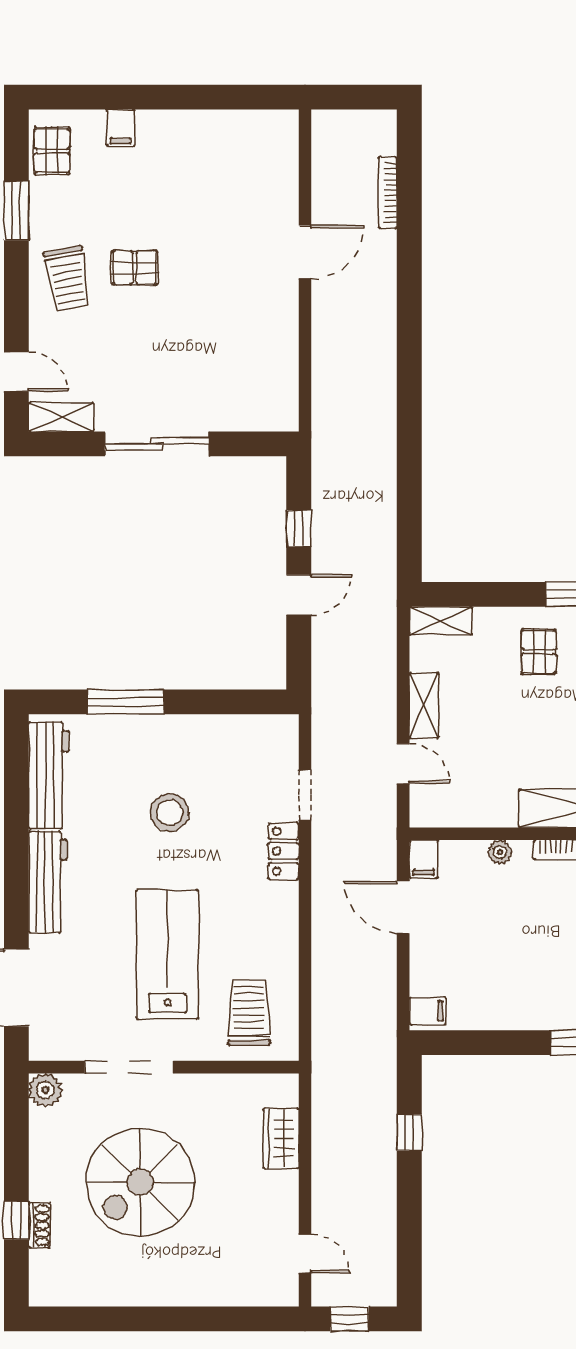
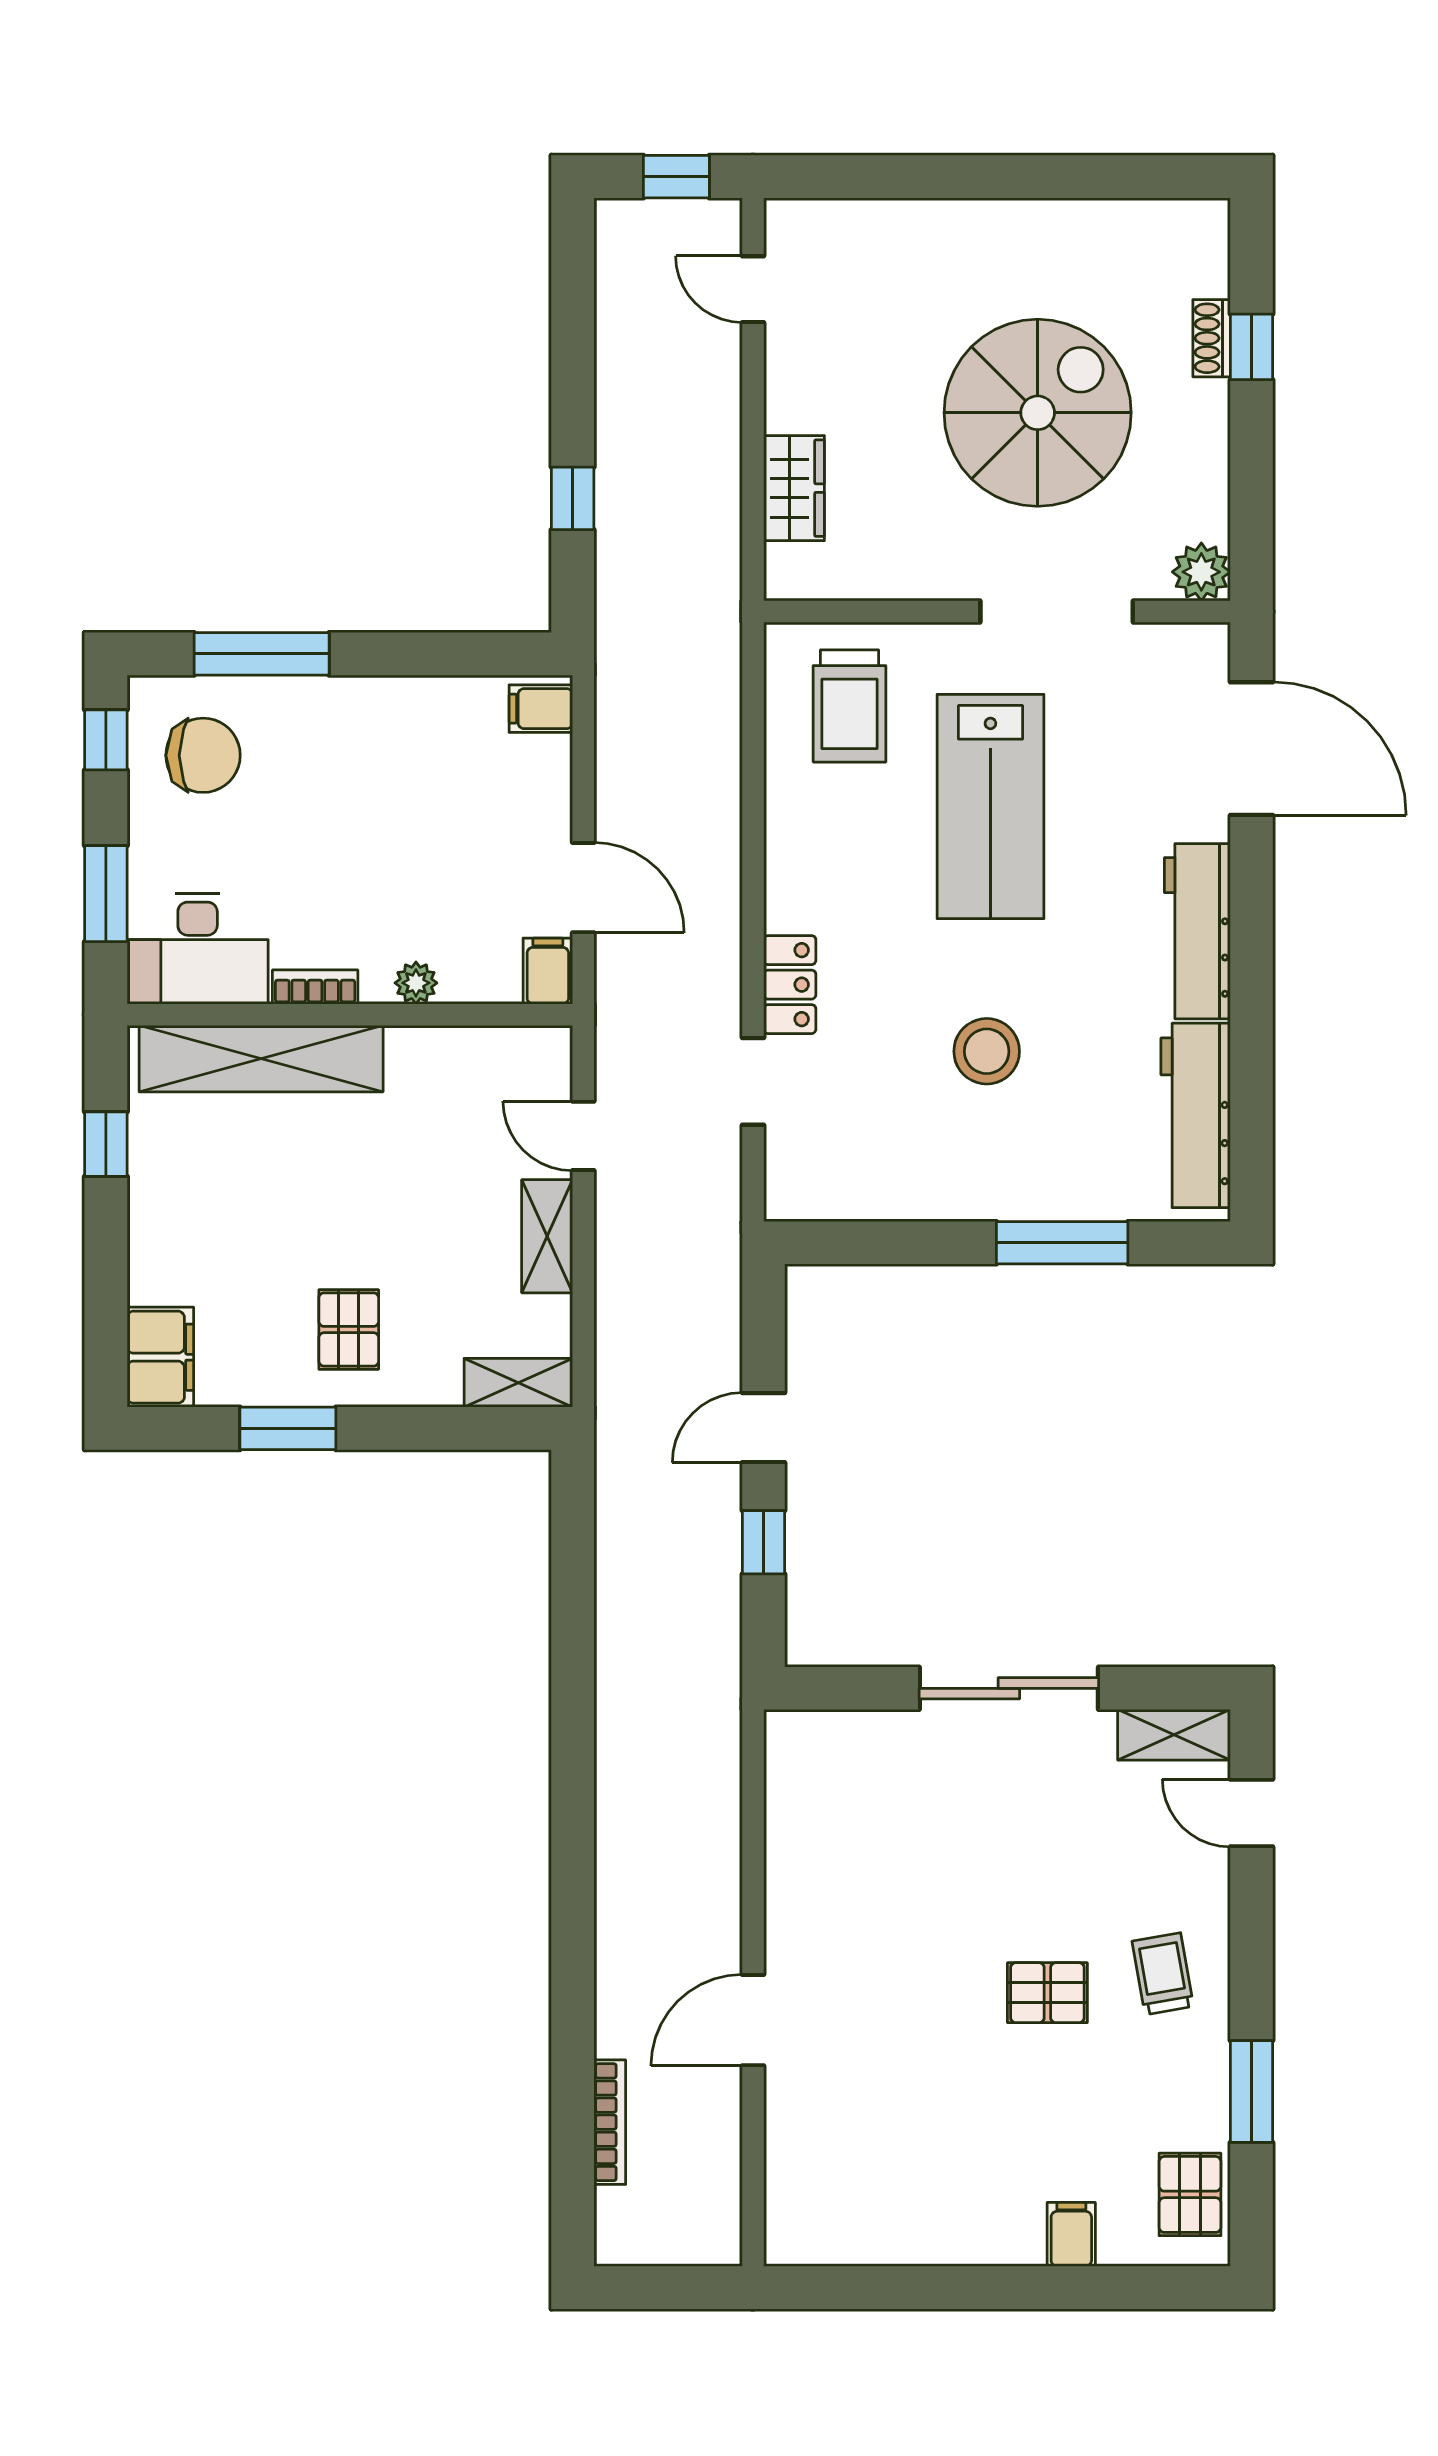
trolley: (68, 279) -> (1163, 1974), width x0.73, depth x0.72

